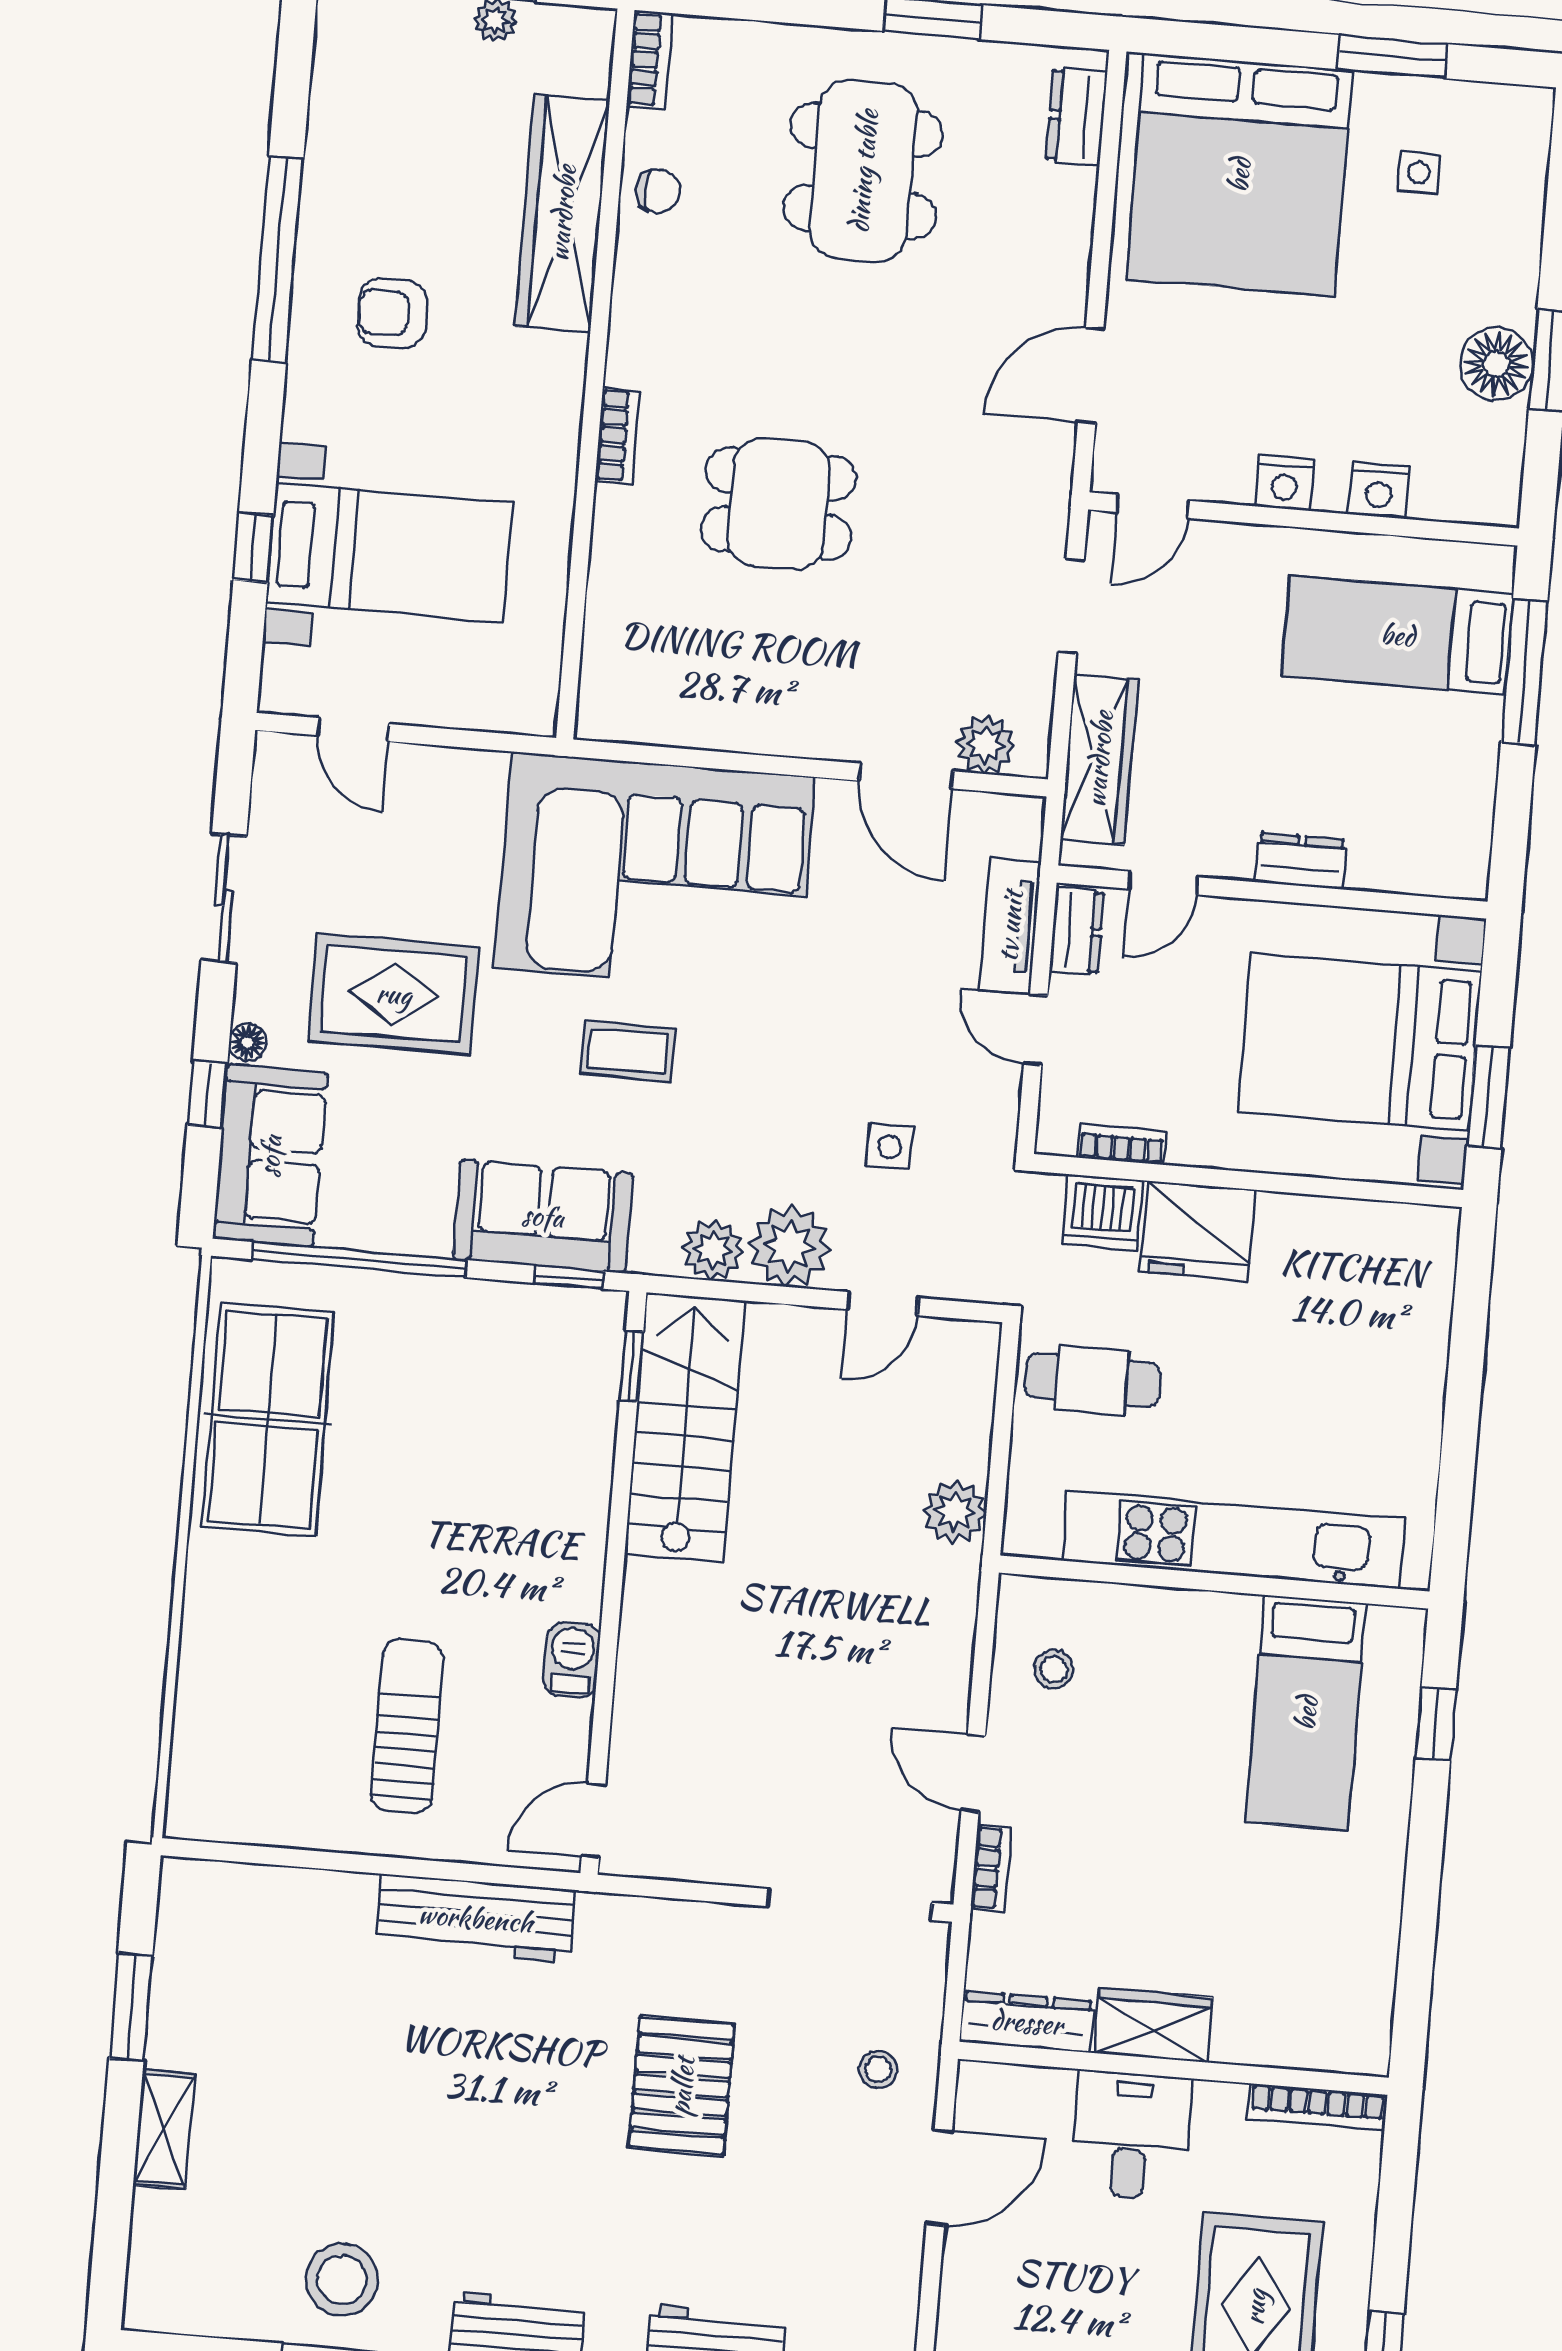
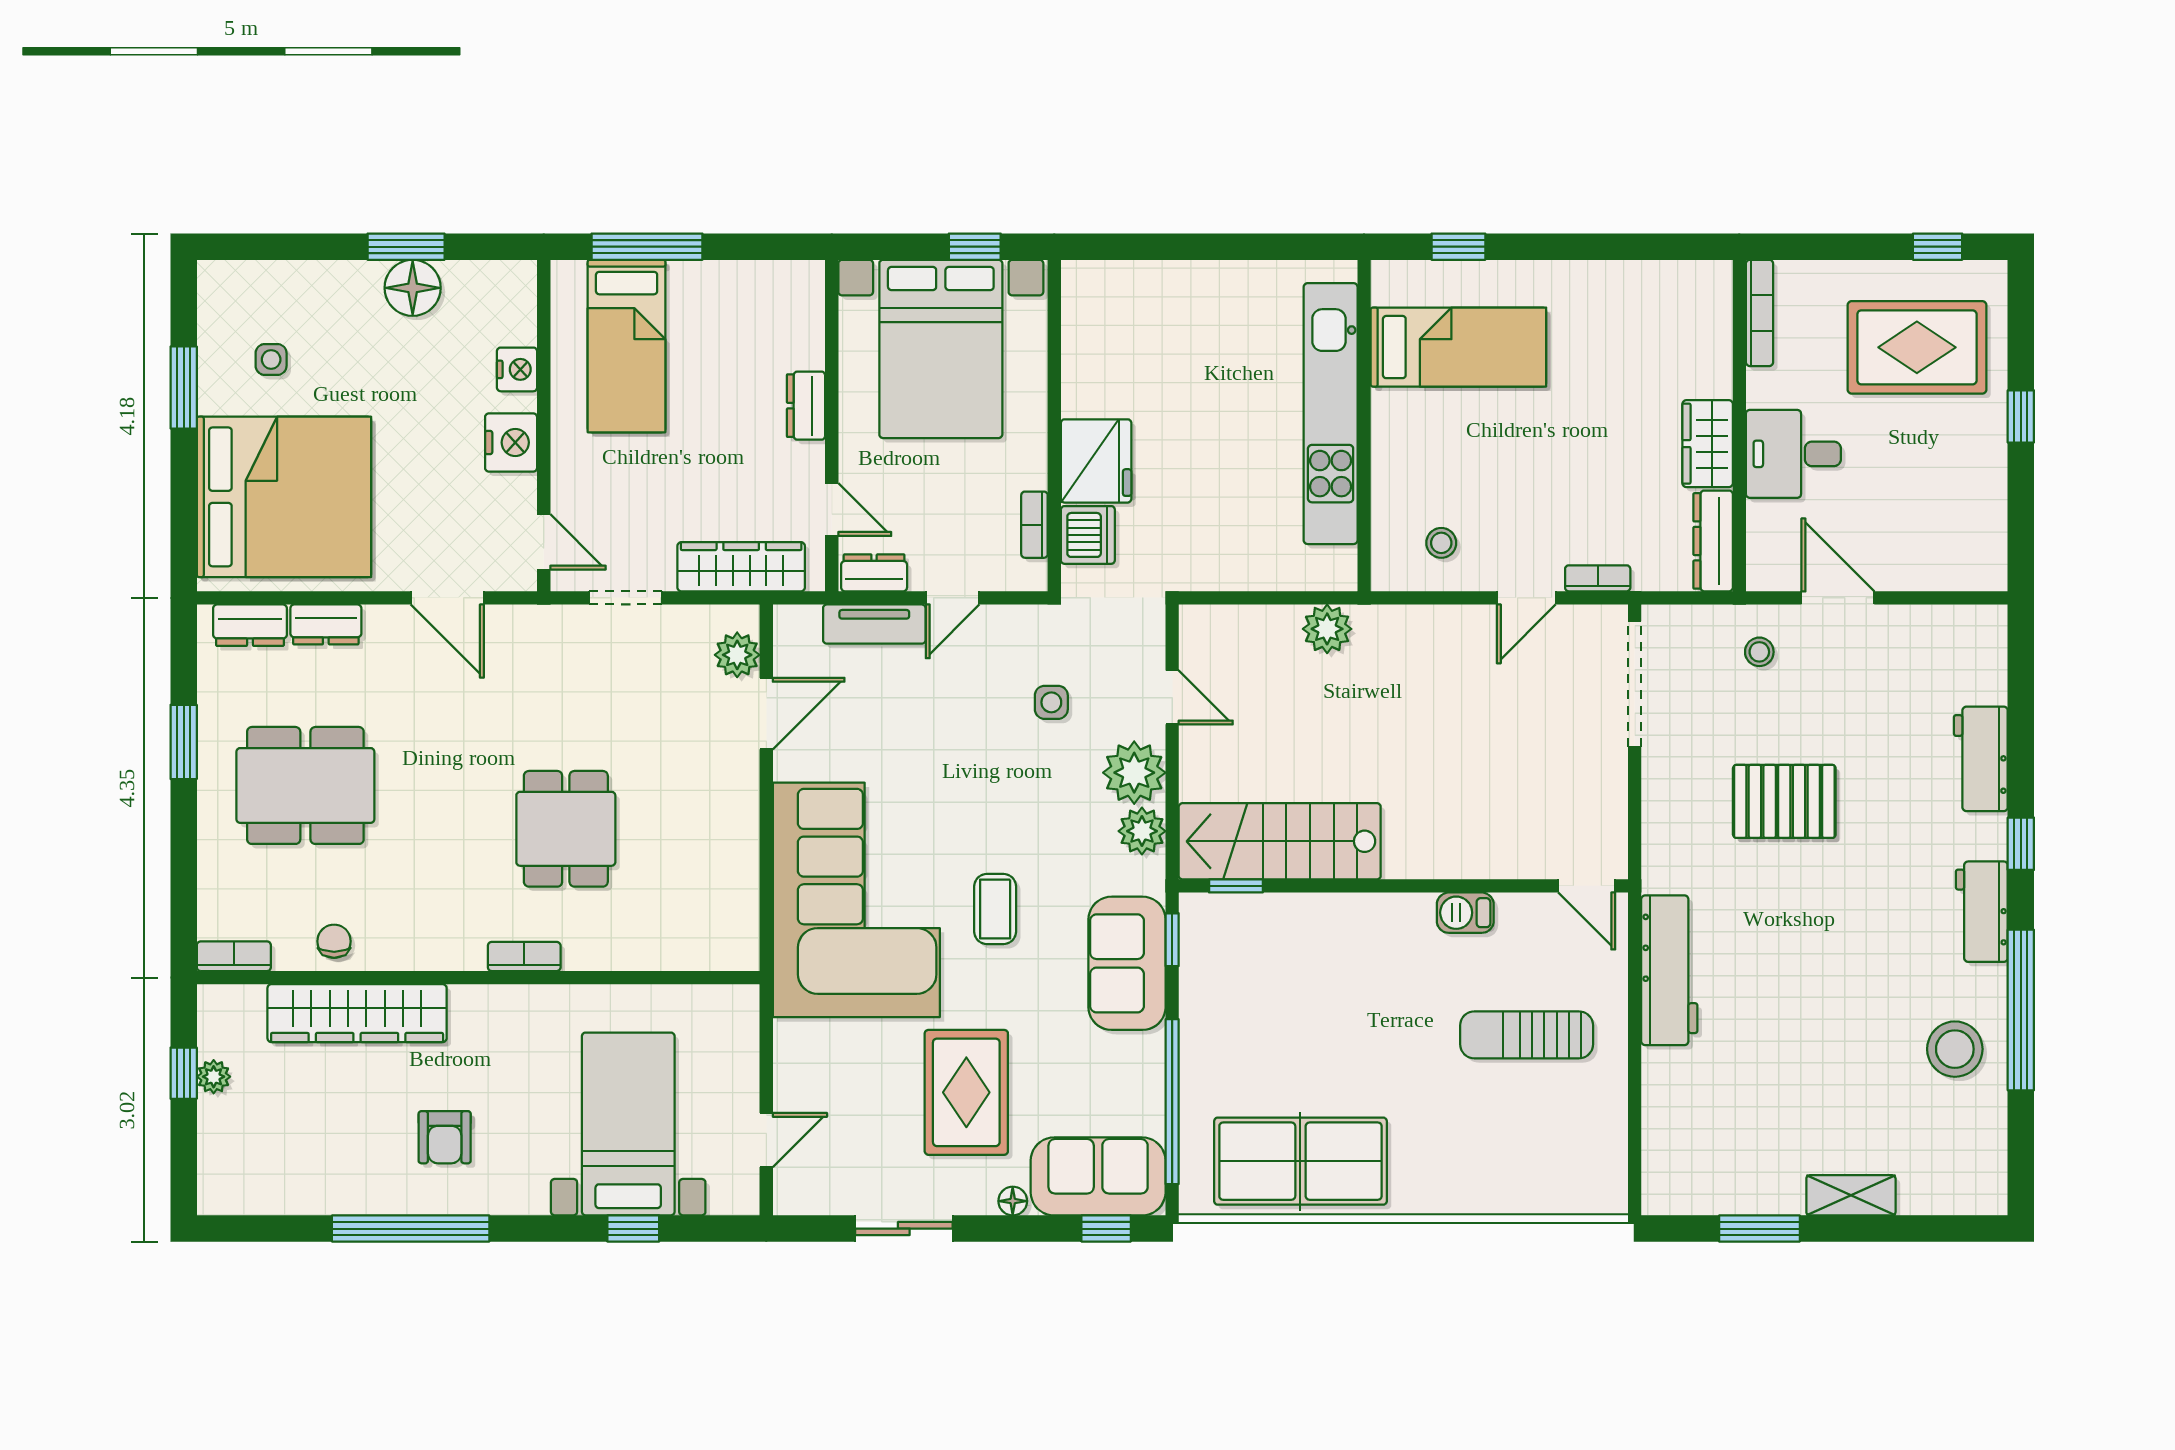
dresser: (1069, 215) -> (326, 624), added
nightstand: (1284, 483) -> (511, 442), width x1.36, depth x1.33
window: (207, 1094) -> (1106, 1229), moved
window: (1488, 1097) -> (975, 247), width x0.67
cafe table: (1092, 1380) -> (1218, 532), removed

